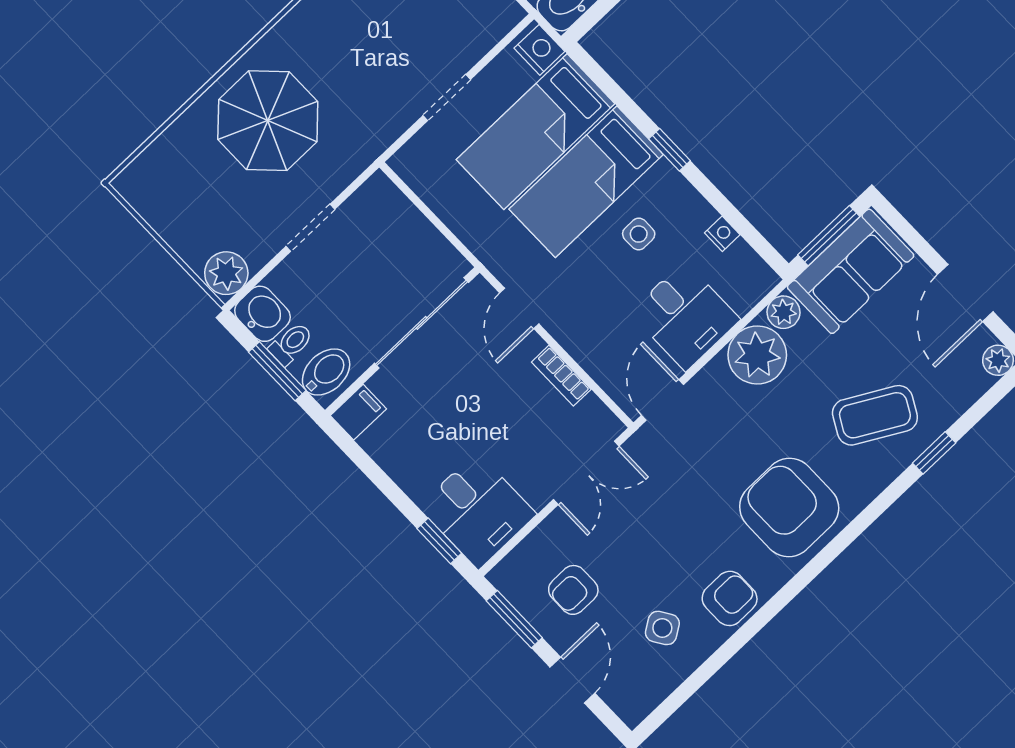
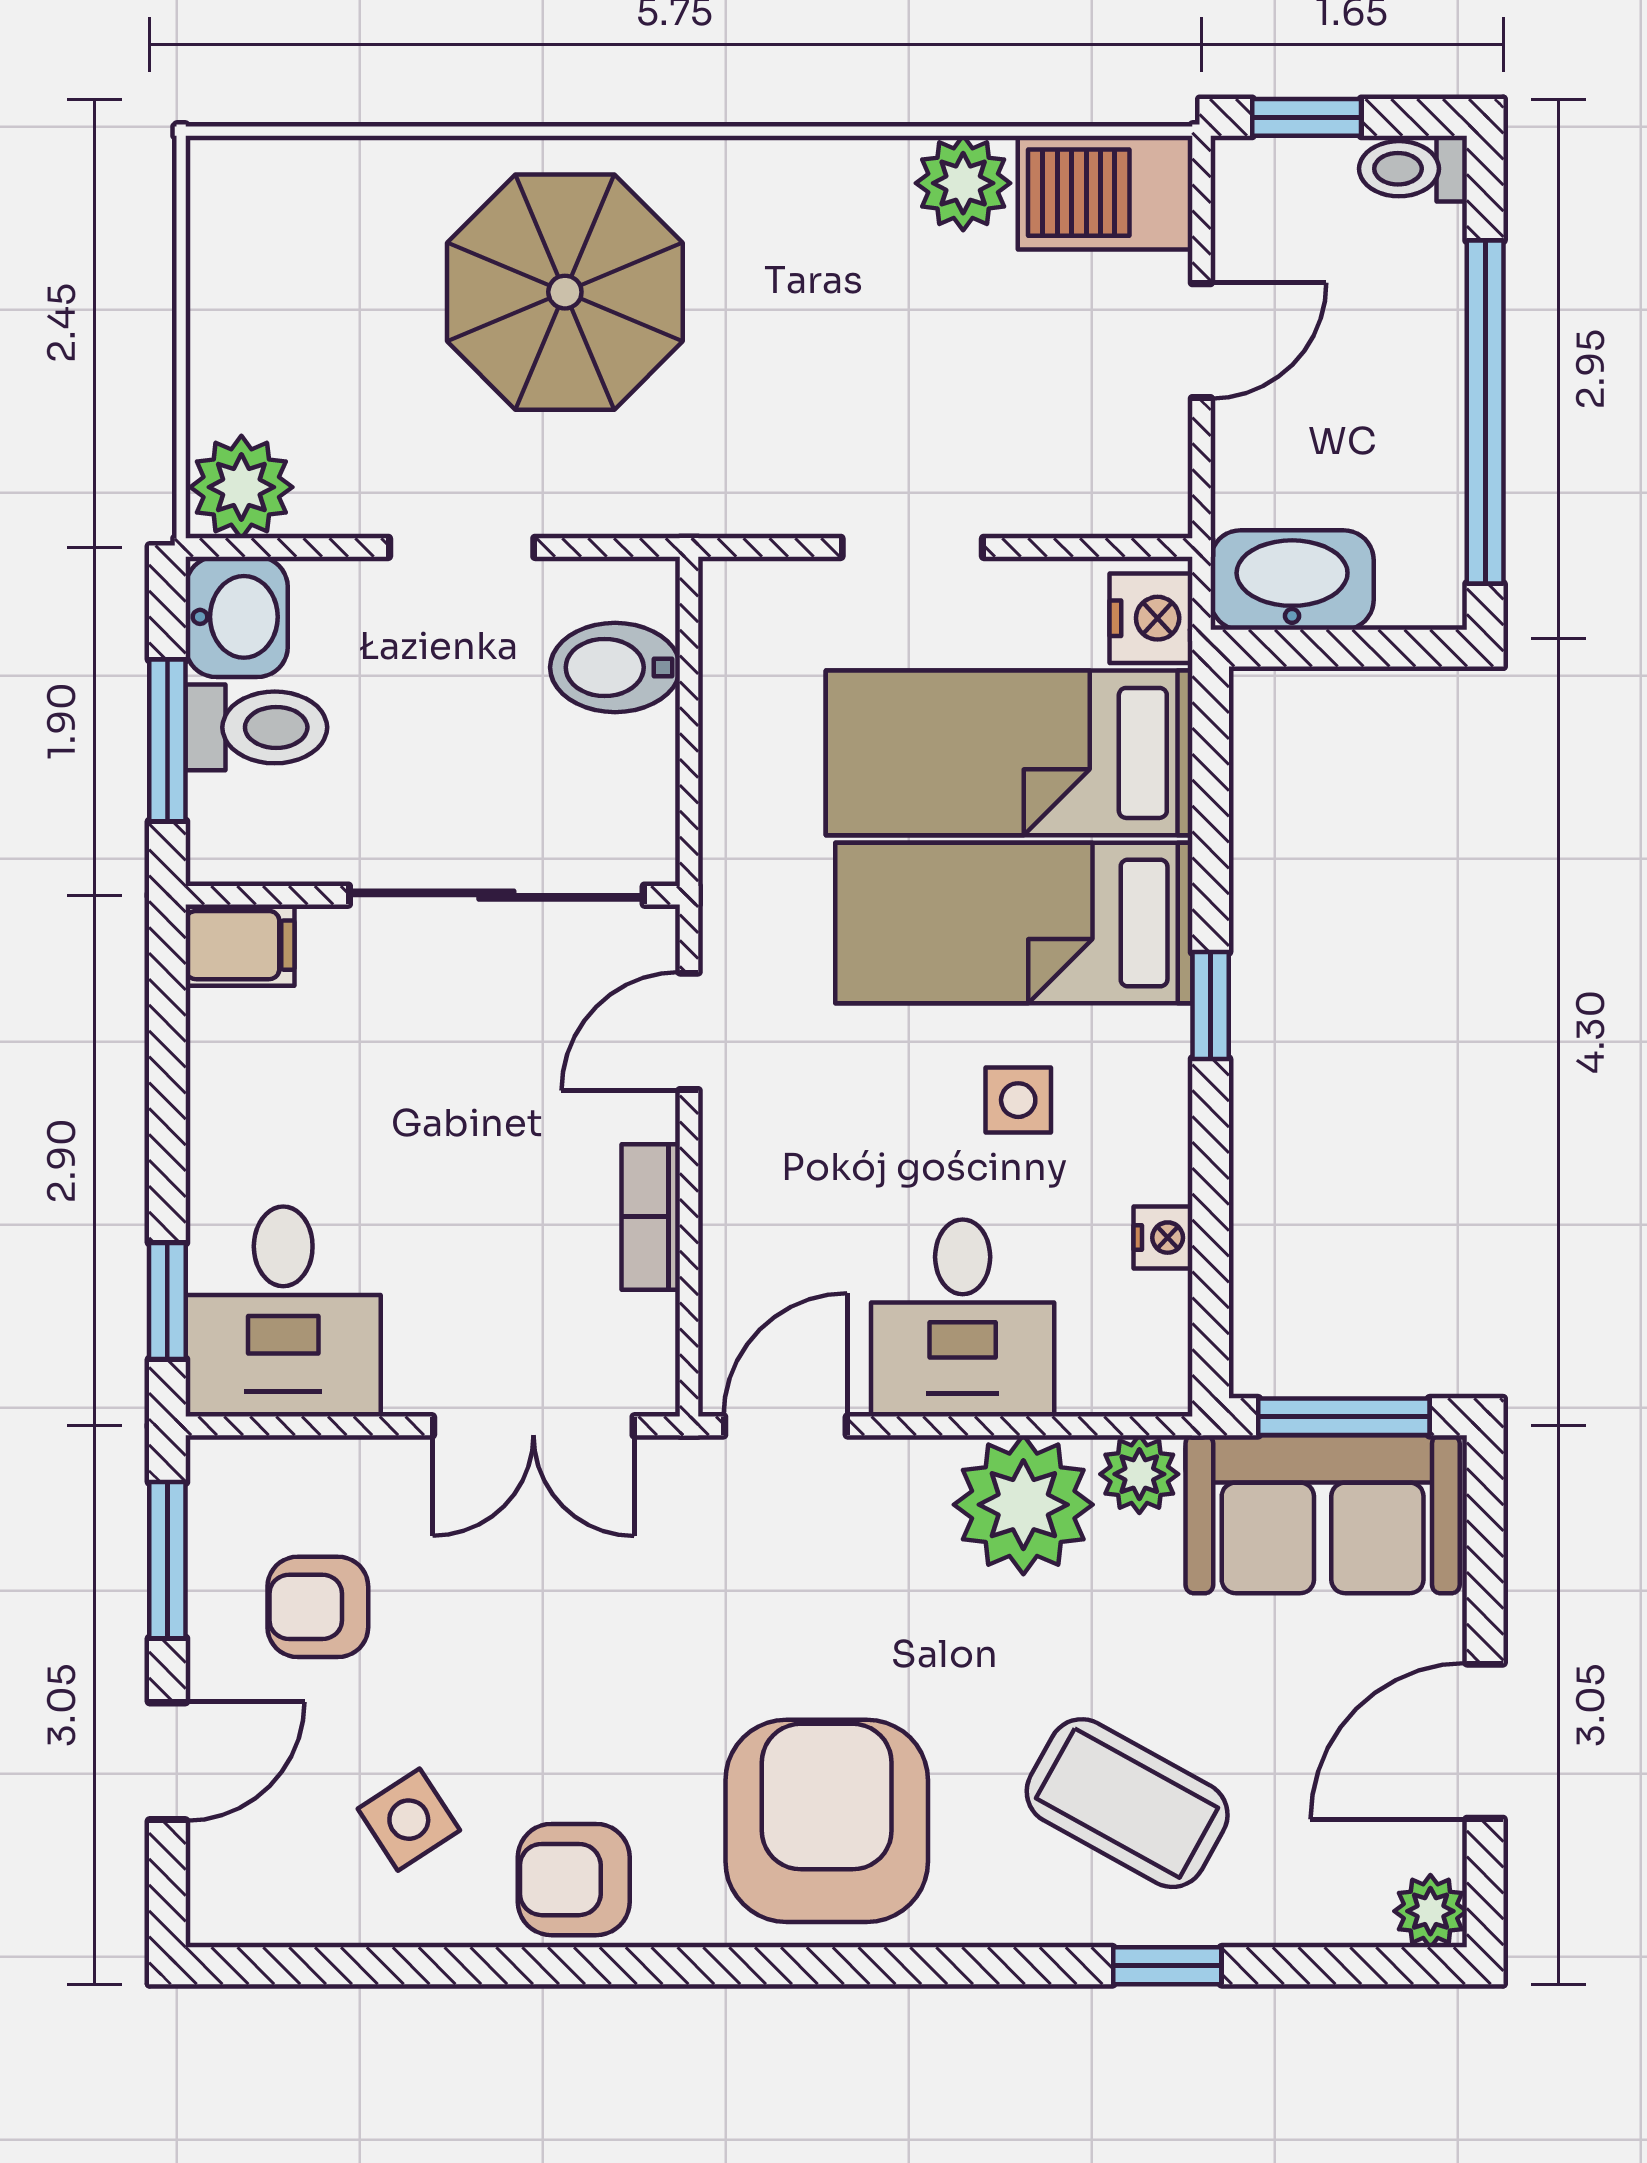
toilet: (291, 344) -> (256, 727), width x1.37, depth x1.39
bidet: (326, 372) -> (615, 667), moved, turned 180
armchair: (730, 598) -> (574, 1880), turned 180

